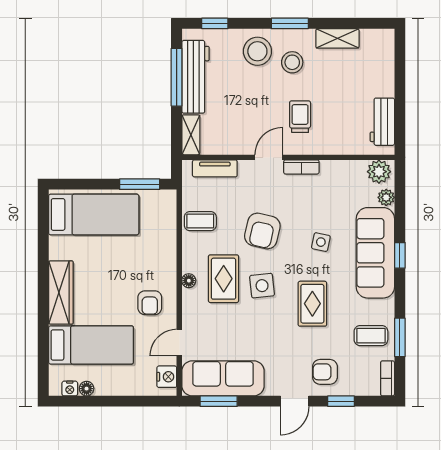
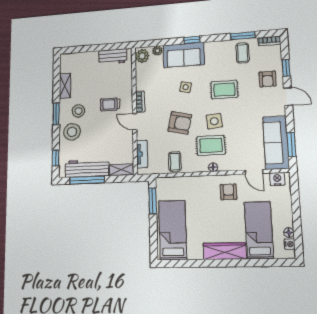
sofa: (375, 253) -> (184, 55), width x0.73
armchair: (150, 303) -> (229, 192), turned -90

